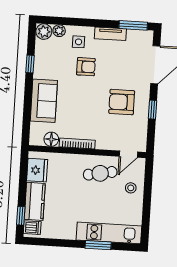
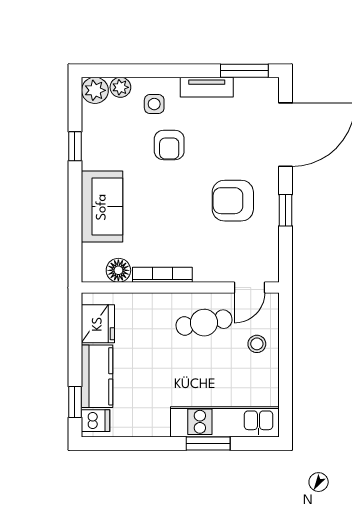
armchair: (86, 67) -> (169, 145), turned 90

